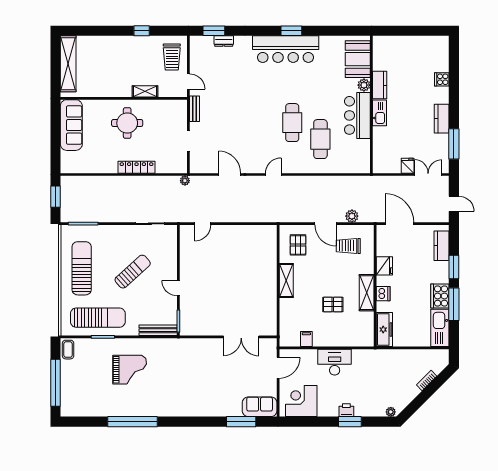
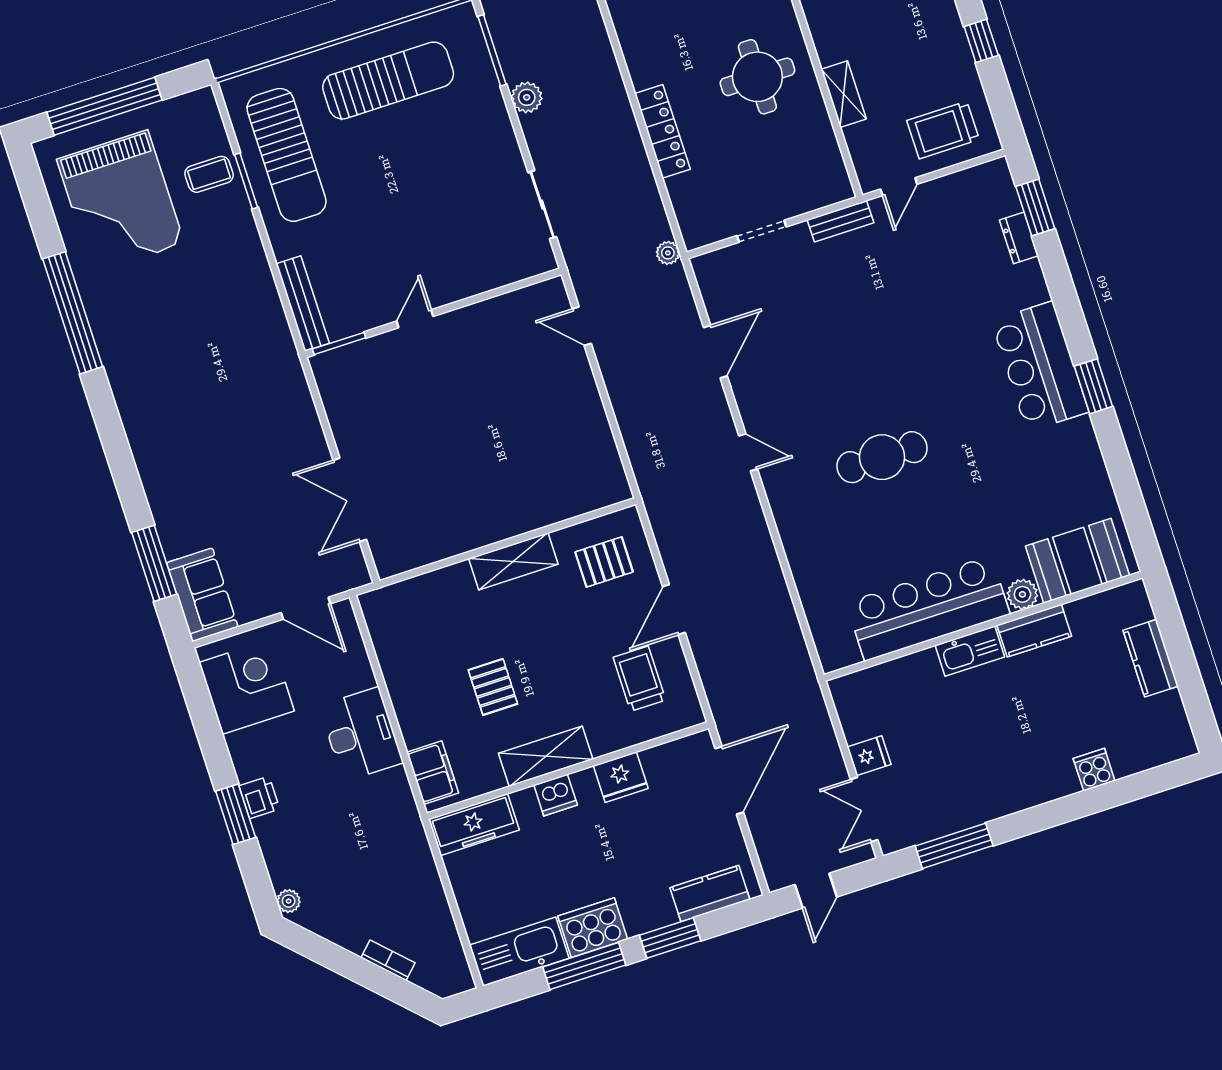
bar counter: (286, 49) -> (1040, 366), width x0.73
bar counter: (357, 115) -> (928, 608), width x1.36
kitchen counter: (442, 119) -> (1151, 658), moved, turned -90
cafe table: (320, 139) -> (865, 534), removed
double door: (428, 175) -> (864, 810), swing flipped
plant: (352, 216) -> (527, 97), moved
sun lounger: (133, 272) -> (419, 201), removed
filing cabinet: (306, 339) -> (433, 773), moved, width x2.00
coffee table: (68, 350) -> (209, 174), moved
grand piano: (130, 370) -> (121, 201), moved, width x1.37, depth x1.48

